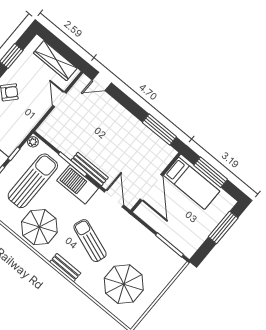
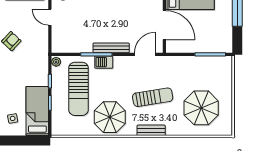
sun lounger: (33, 181) -> (79, 89), turned 180
barbecue: (78, 184) -> (104, 62), width x0.53, depth x0.65
door: (114, 199) -> (145, 54), hinge flipped
sun lounger: (90, 241) -> (153, 97), turned 151

